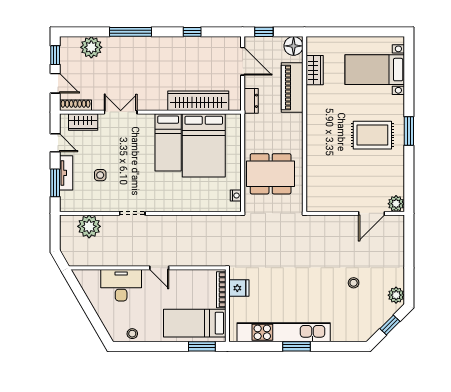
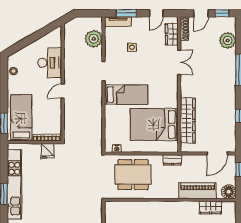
dresser: (251, 101) -> (172, 160), moved
bed: (168, 142) -> (126, 94), moved, turned 180
tv unit: (66, 173) -> (118, 22), moved
dining table: (271, 174) -> (133, 175), turned 90

